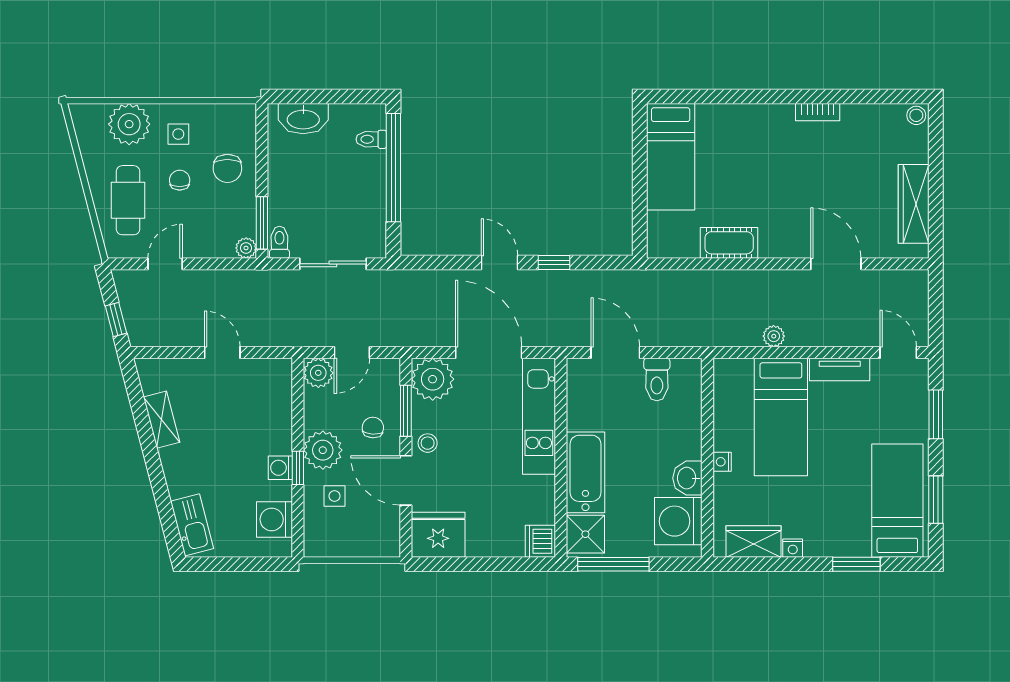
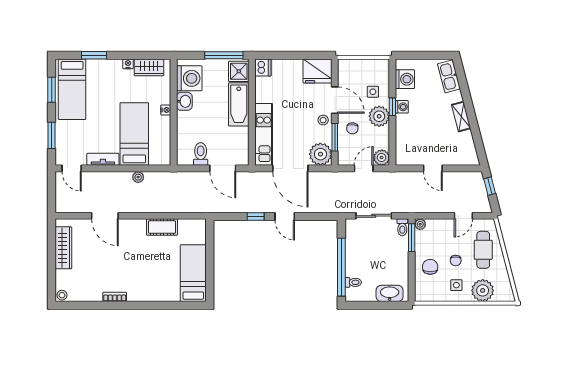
shelving: (162, 420) -> (461, 117), moved

